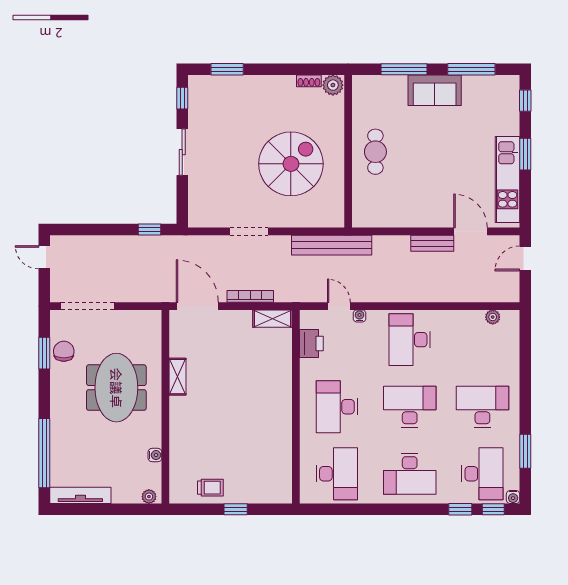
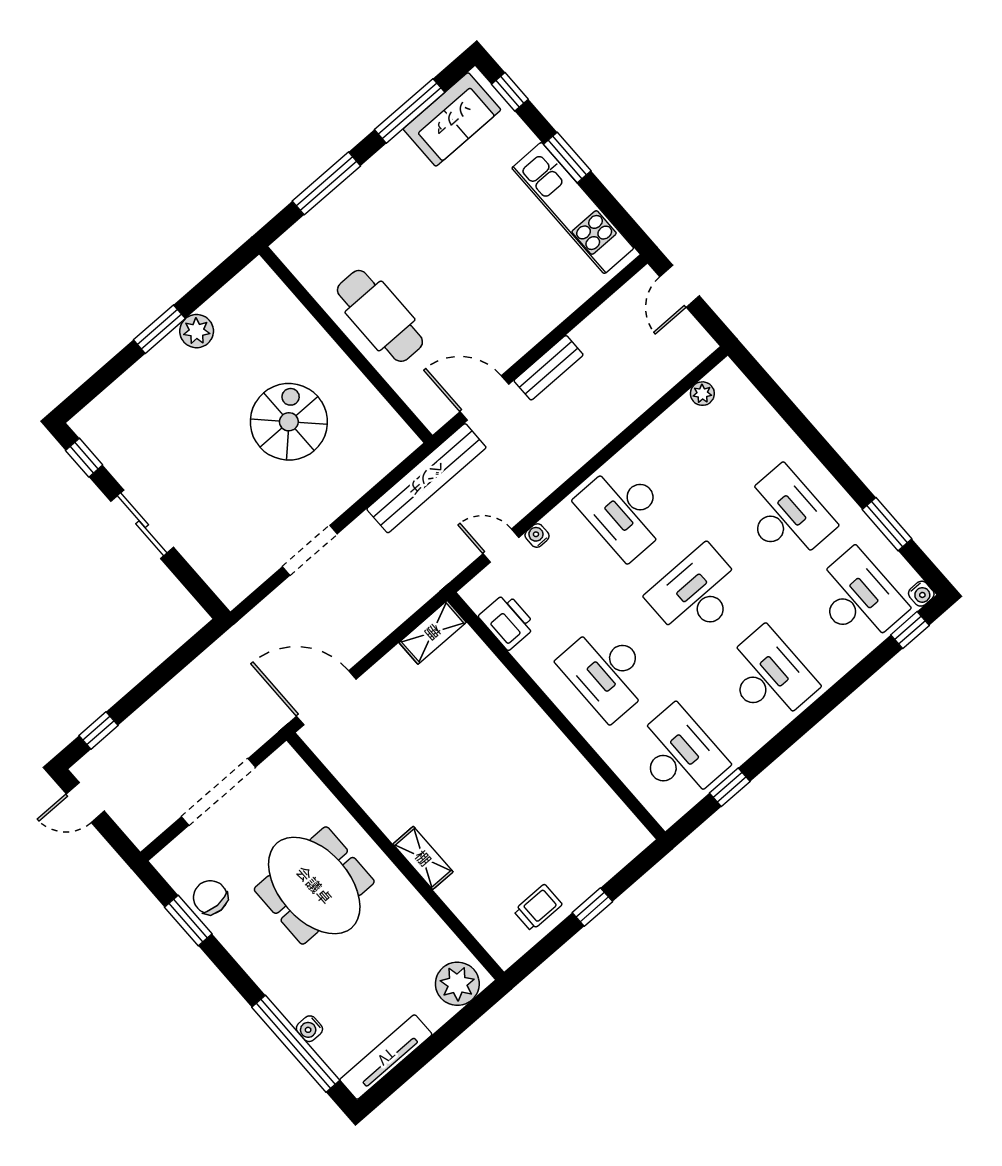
window: (227, 69) -> (159, 329), moved
shoe rack: (309, 81) -> (222, 300), removed
plant: (333, 85) -> (197, 331), moved
sofa: (435, 90) -> (452, 119), moved
cafe table: (375, 152) -> (380, 316), width x1.37, depth x1.35
spiral stairs: (291, 164) -> (289, 422), width x0.73, depth x0.73
window: (149, 230) -> (99, 730), moved
door: (471, 231) -> (484, 398), moved
bookcase: (250, 296) -> (381, 629), removed
doorway: (88, 306) -> (218, 792), moved
shelving: (178, 377) -> (423, 858), moved
desk: (482, 407) -> (786, 515), turned 90
water cooler: (155, 455) -> (309, 1029), moved, turned 180
desk: (410, 474) -> (769, 676), turned -90
plant: (149, 497) -> (457, 984), width x1.88, depth x1.88
window: (460, 509) -> (730, 787), moved

